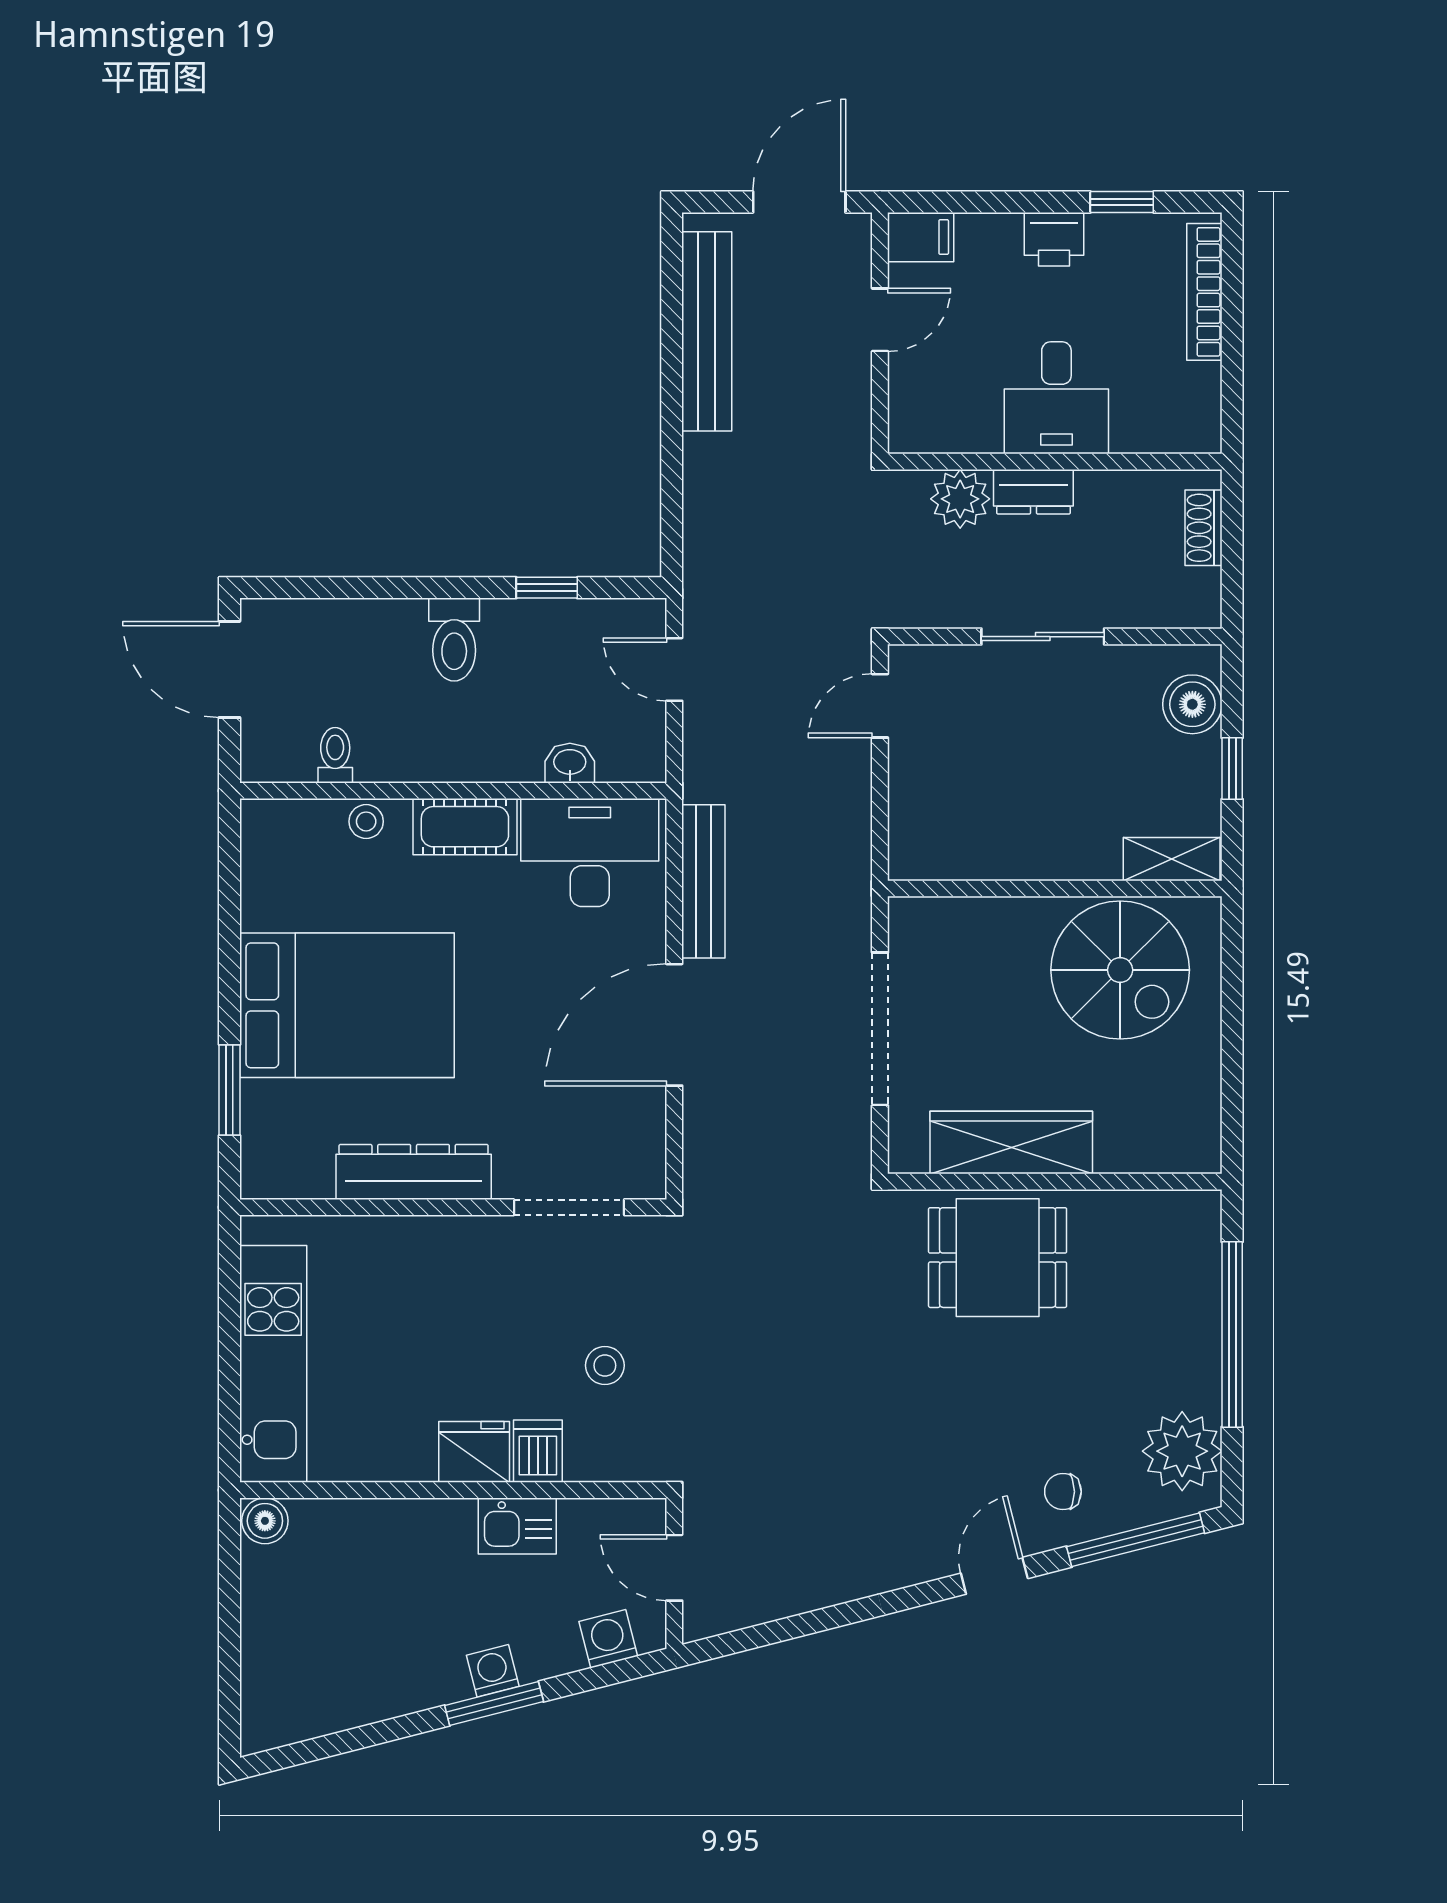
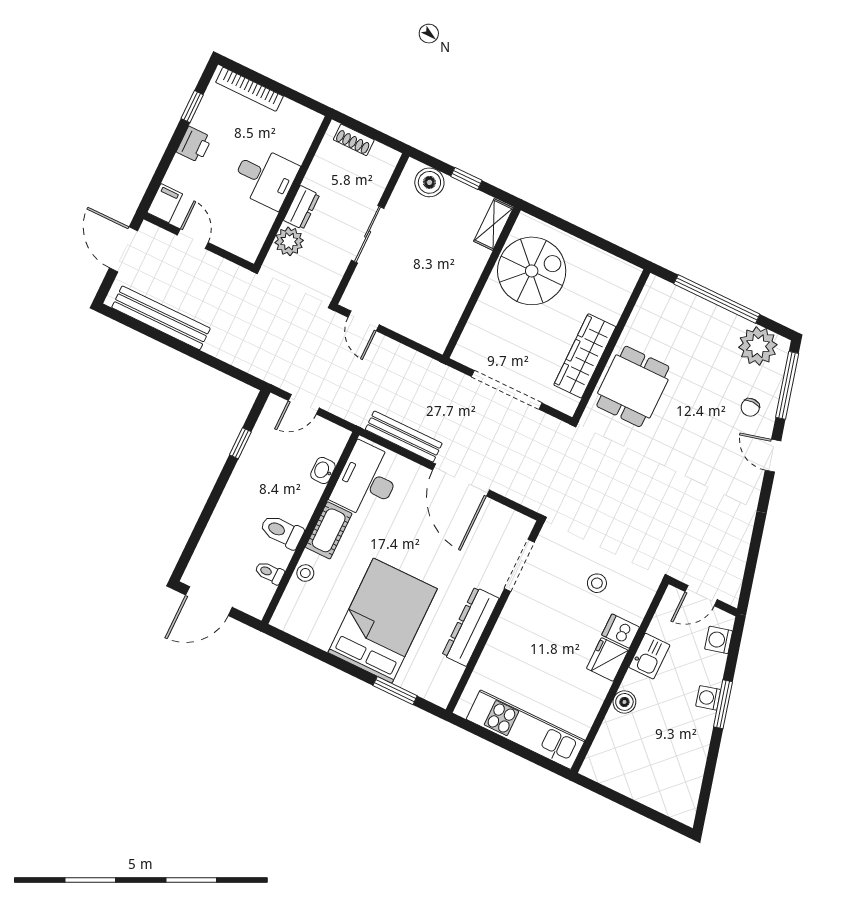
toilet: (454, 640) -> (282, 531), moved, turned 180
boiler: (265, 1521) -> (624, 702), moved

